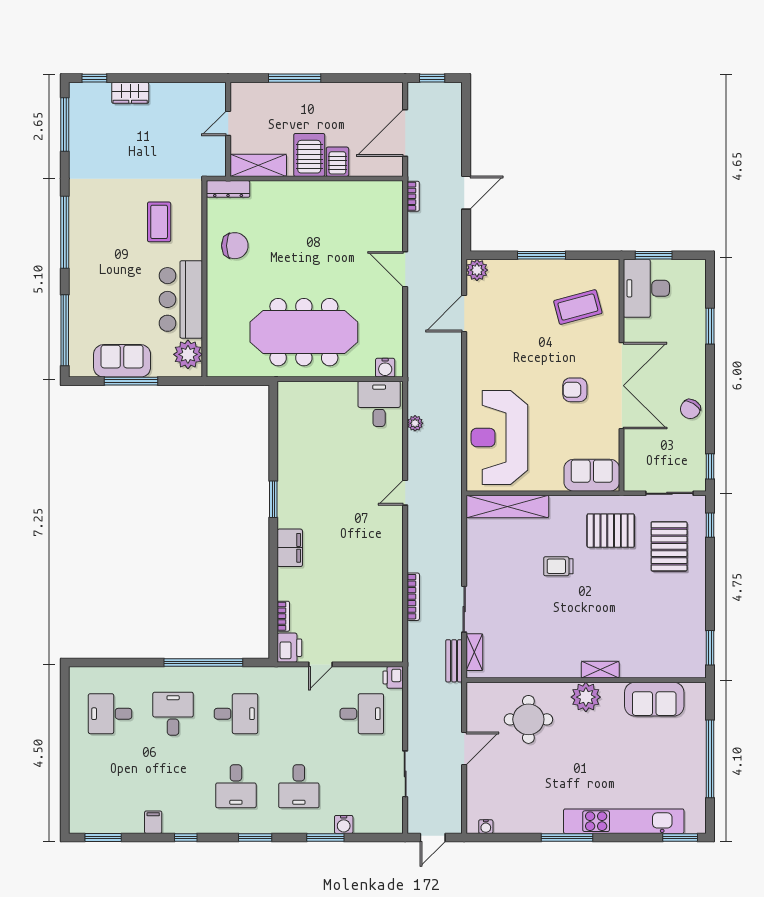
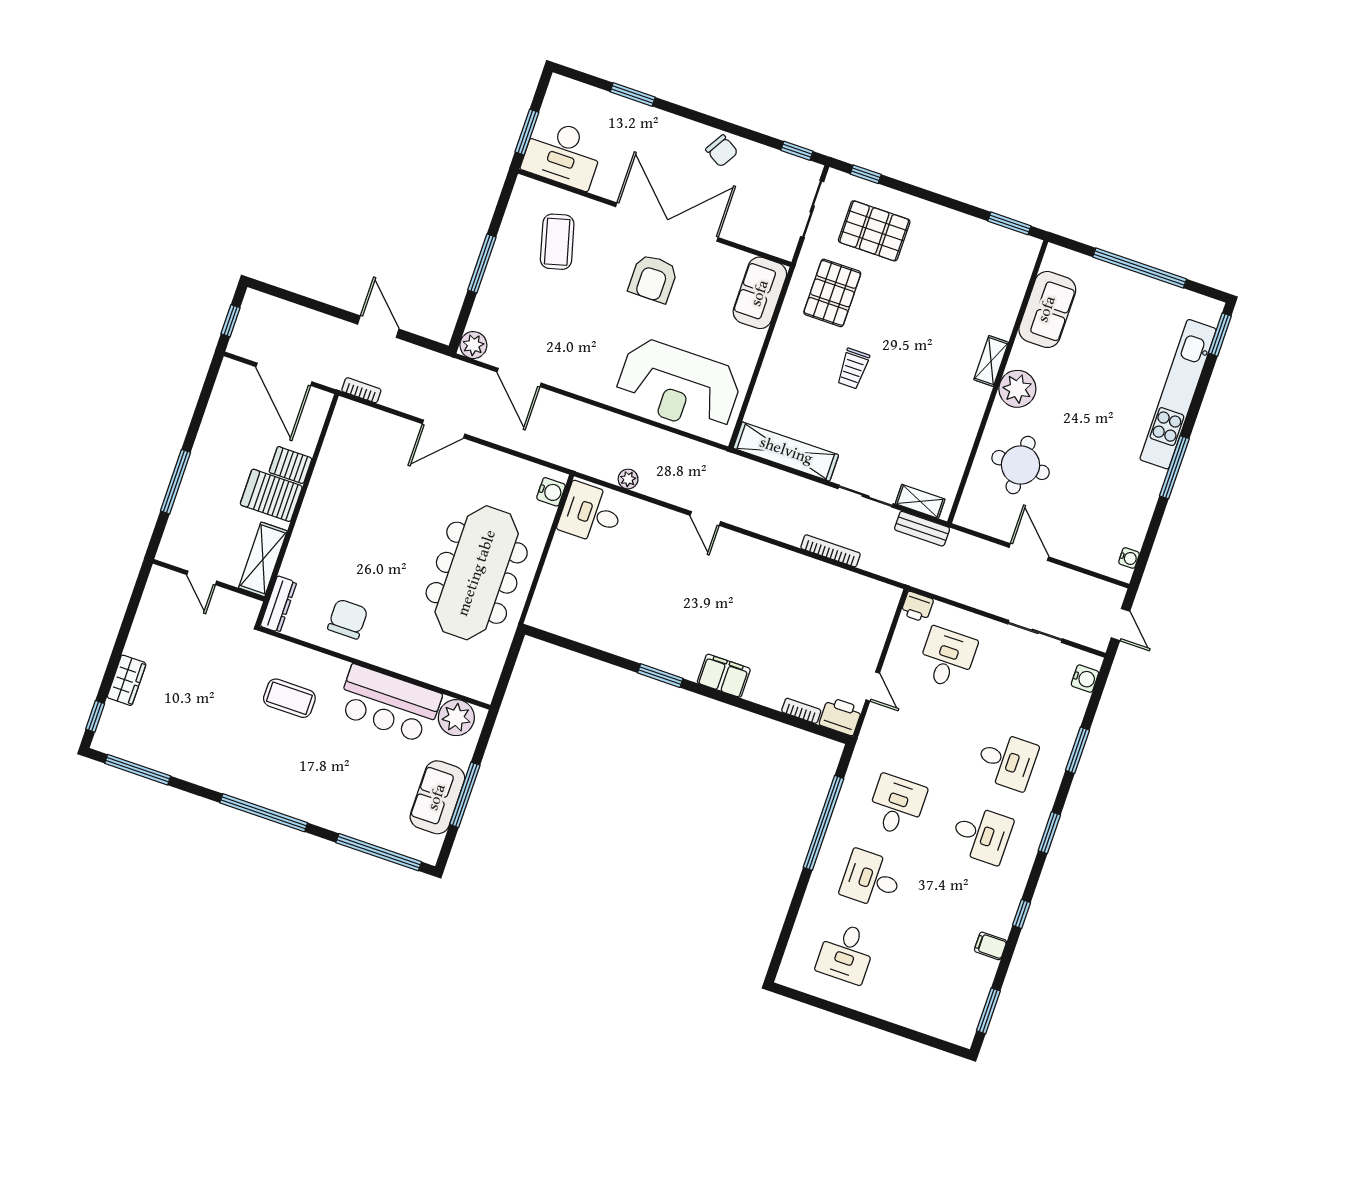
armchair: (575, 390) -> (653, 278), width x1.38, depth x1.38
shelving: (507, 506) -> (786, 451), moved, turned 90
water cooler: (344, 824) -> (1085, 679), moved

